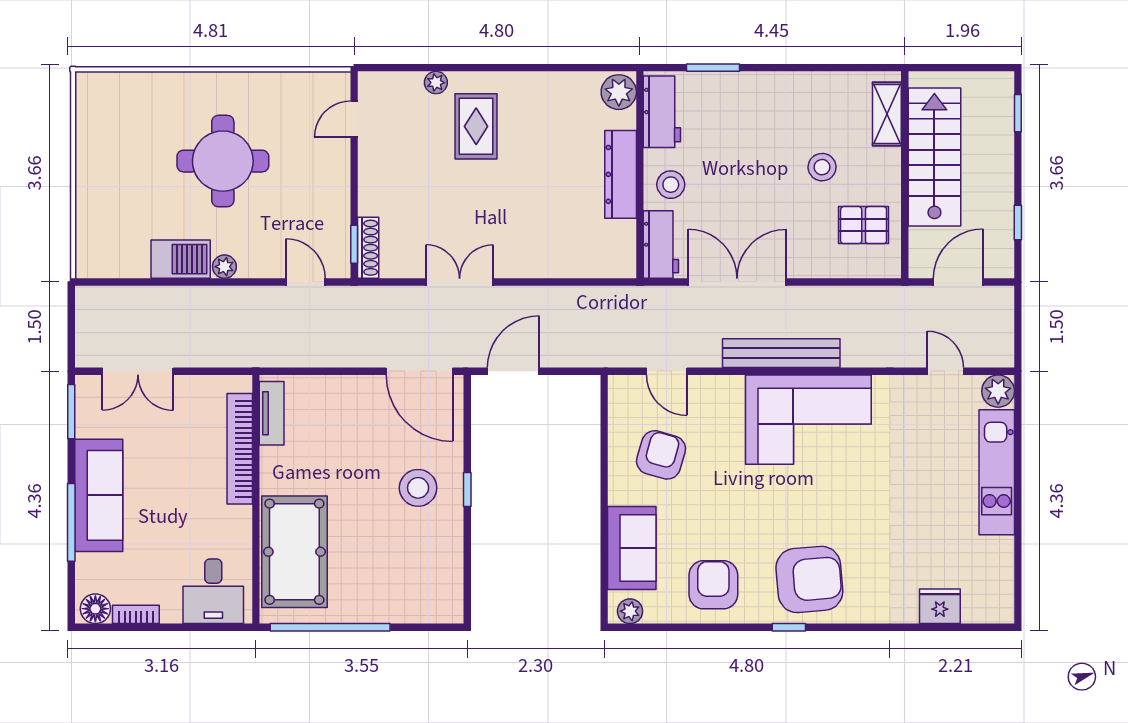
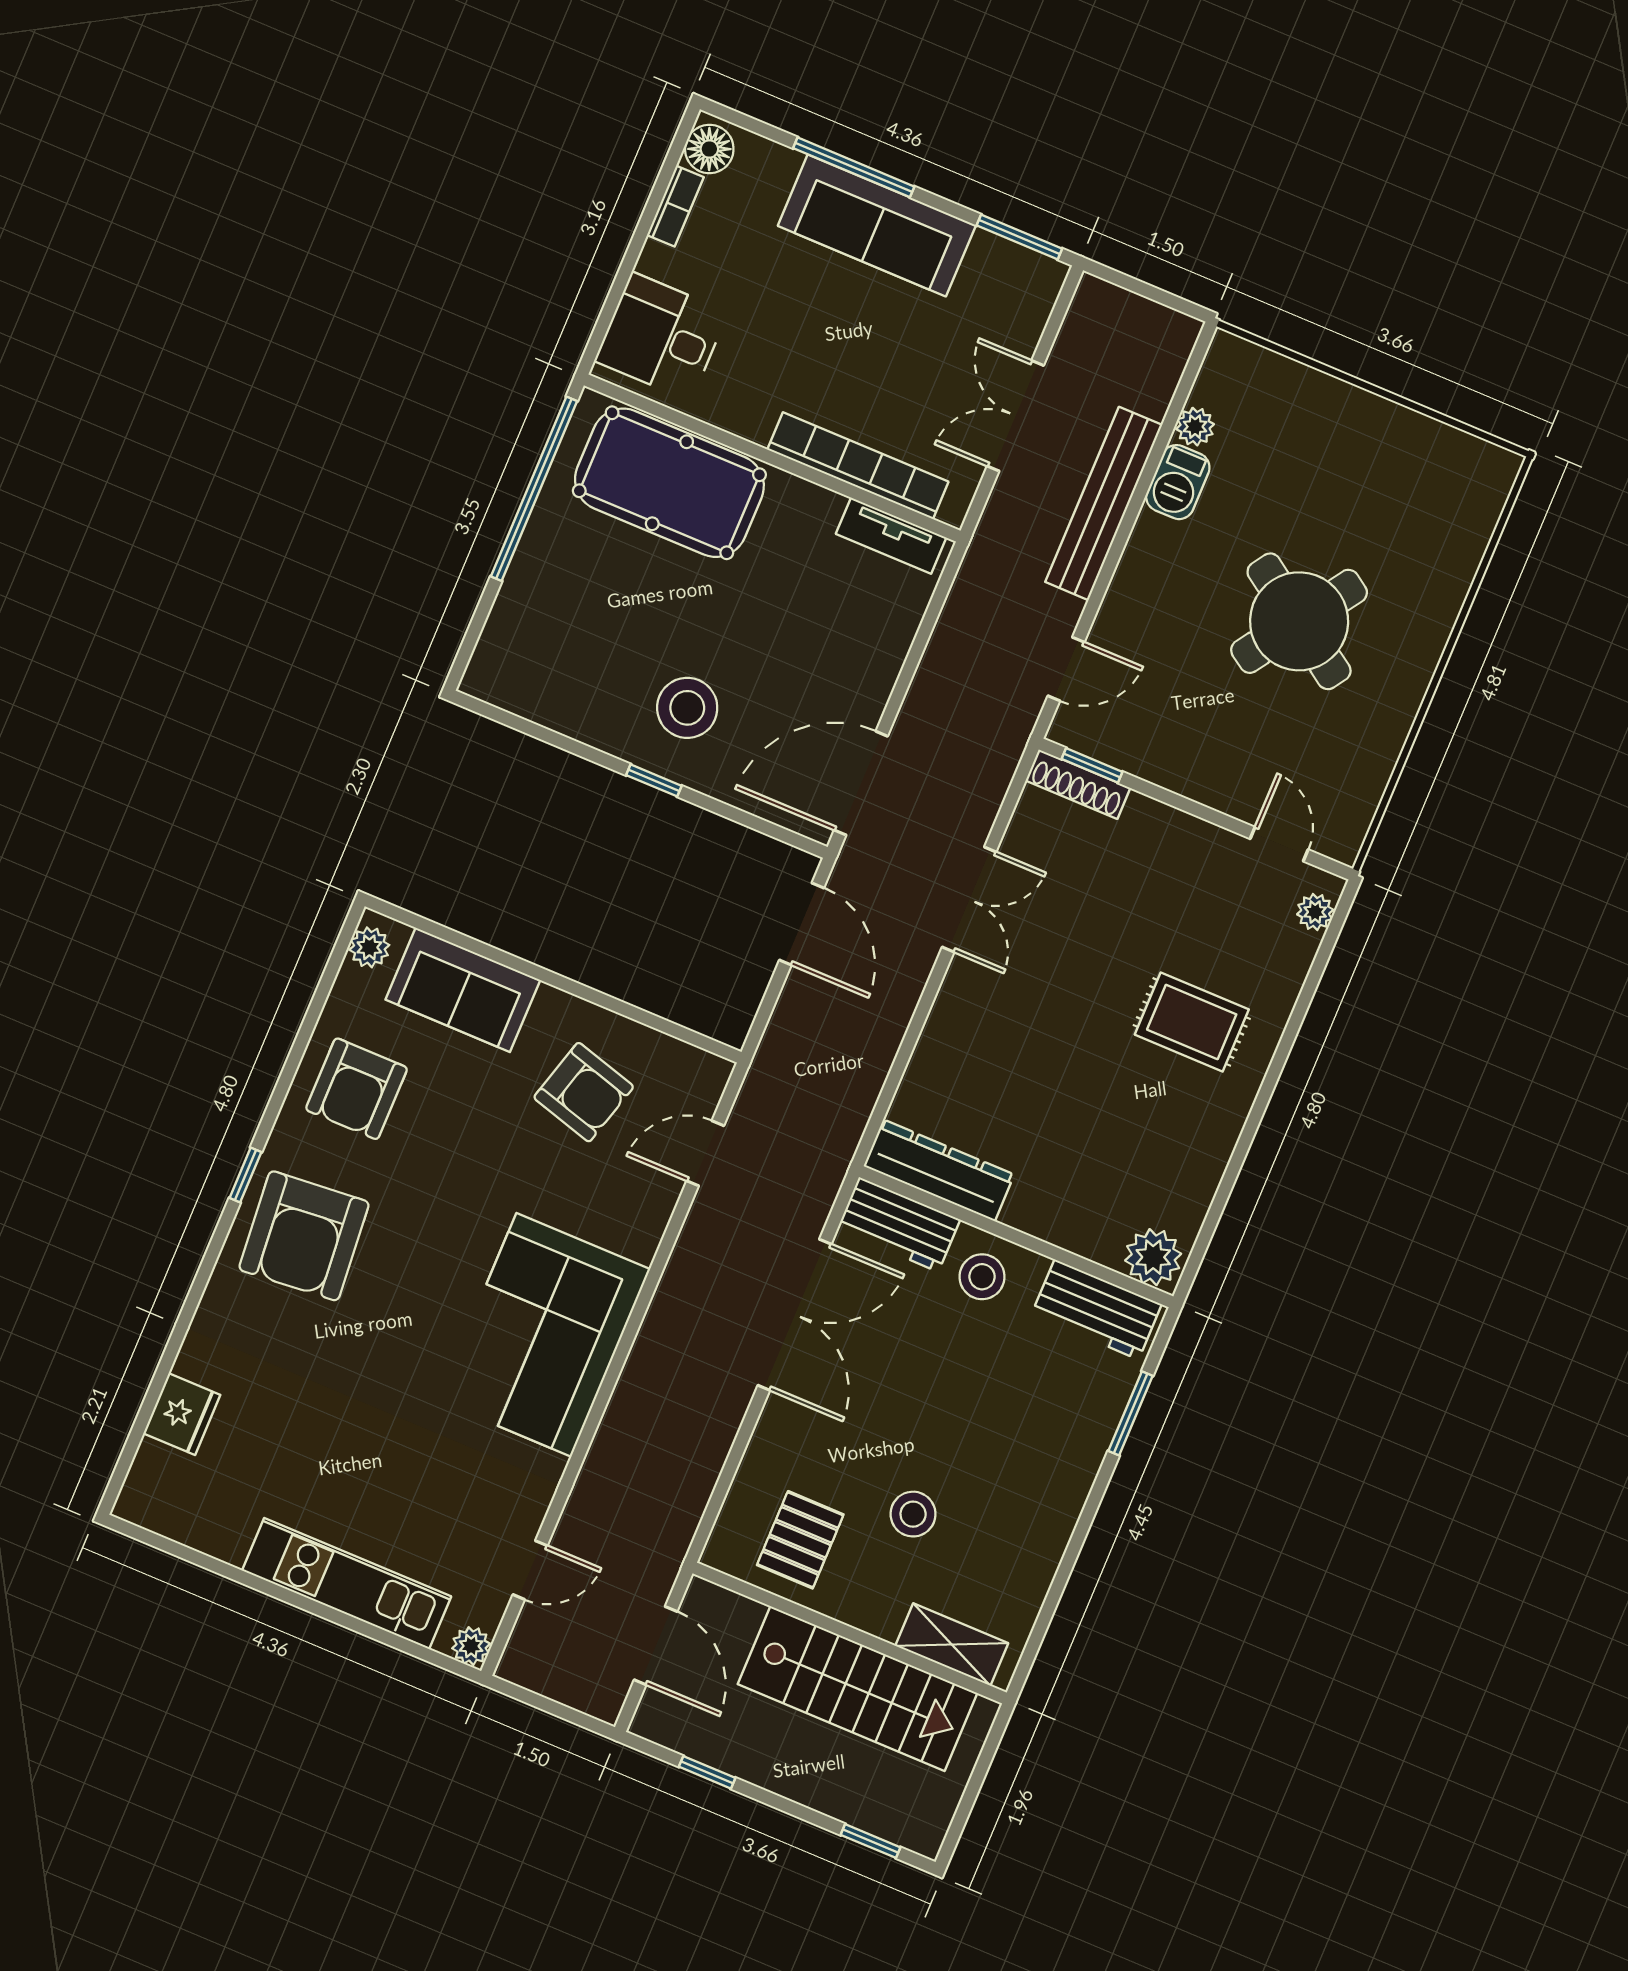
plant: (436, 83) -> (1315, 912), moved
round table: (223, 161) -> (1299, 621), turned 34
dresser: (621, 174) -> (939, 1170), moved
barbecue: (181, 259) -> (1178, 482), width x0.73, depth x0.79
plant: (224, 267) -> (1195, 427), moved
bench: (781, 353) -> (1104, 503), moved
double door: (138, 371) -> (1015, 416), moved
plant: (998, 391) -> (471, 1646), width x0.73, depth x0.73
armchair: (713, 585) -> (357, 1089), turned 90

